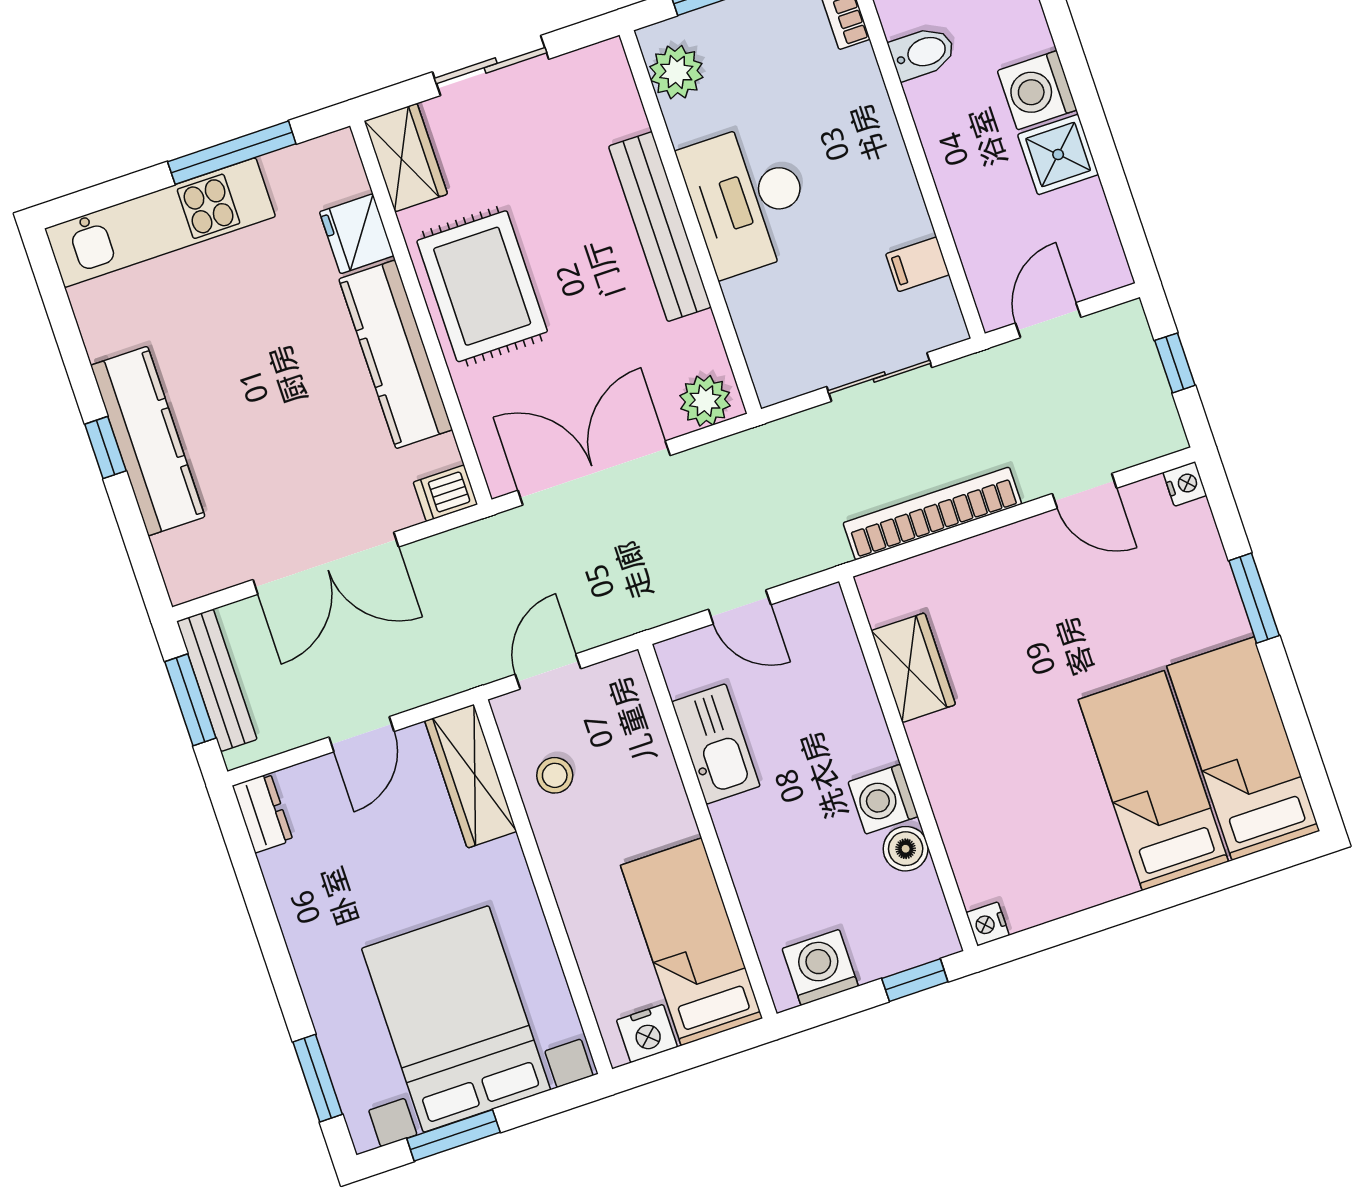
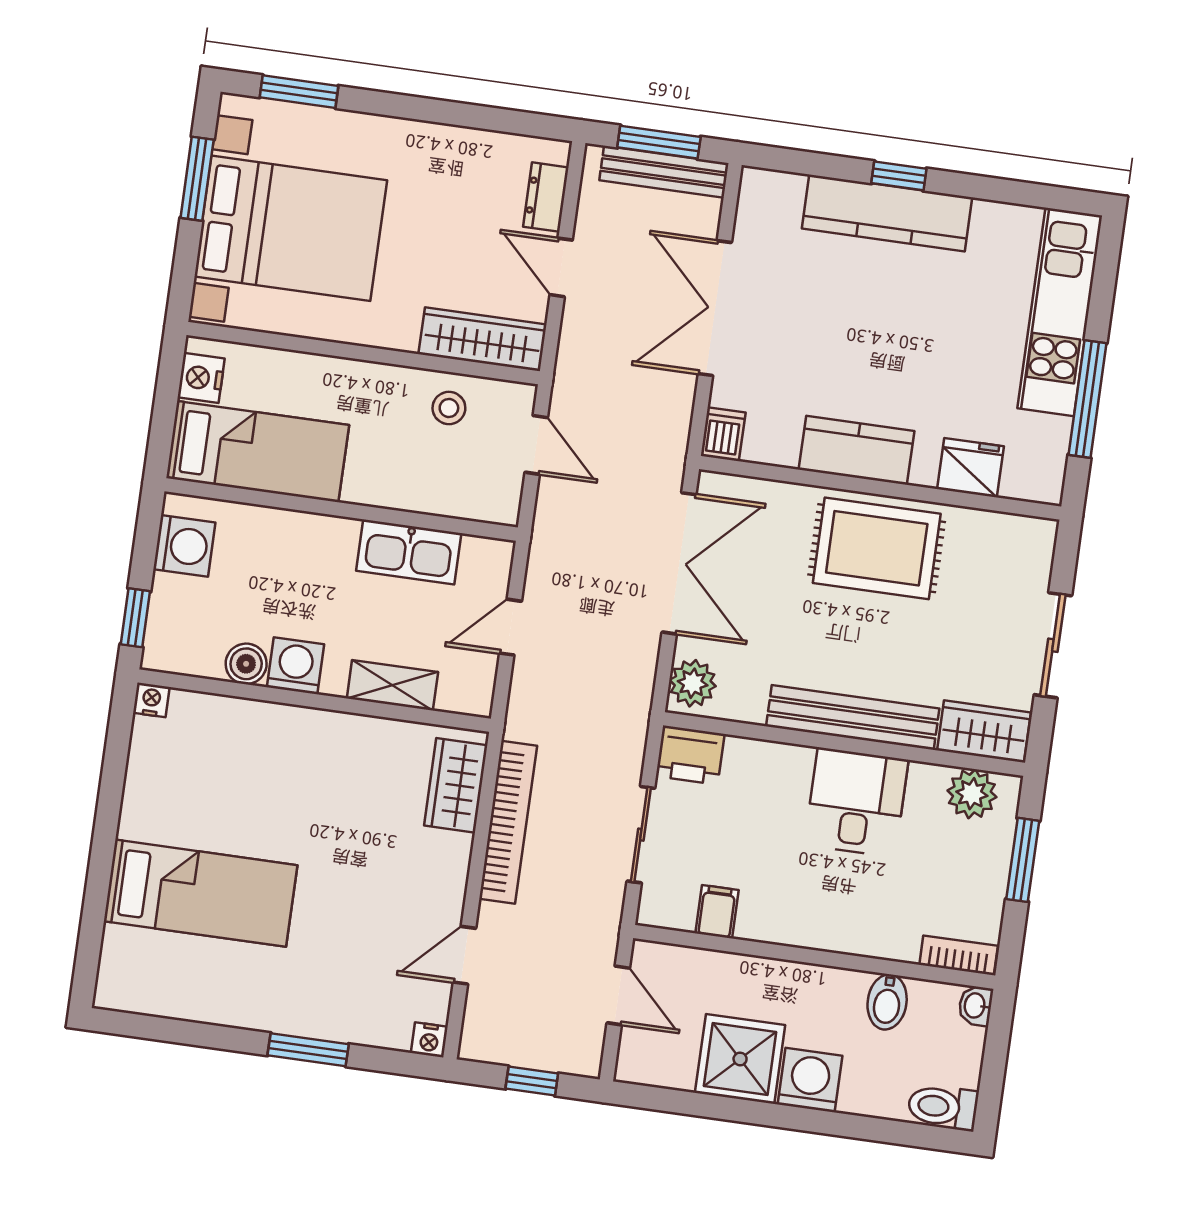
shower: (1058, 154) -> (740, 1059), width x1.36, depth x1.36
wardrobe: (406, 158) -> (984, 731), moved, turned 180
desk: (747, 199) -> (856, 802), width x0.73
kitchen counter: (396, 354) -> (856, 450), width x0.67
printer: (777, 368) -> (690, 755), added
wardrobe: (913, 668) -> (456, 785), moved, turned 90
shelving: (855, 694) -> (392, 685), added
bed: (1243, 749) -> (190, 980), removed
dresser: (262, 813) -> (546, 197), moved, turned 90

